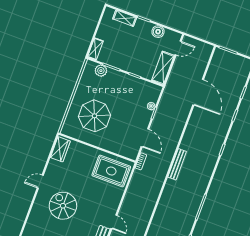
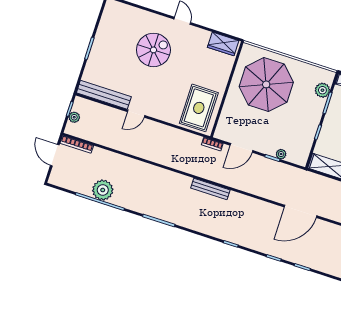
parasol: (94, 116) -> (266, 84), width x1.36, depth x1.36

